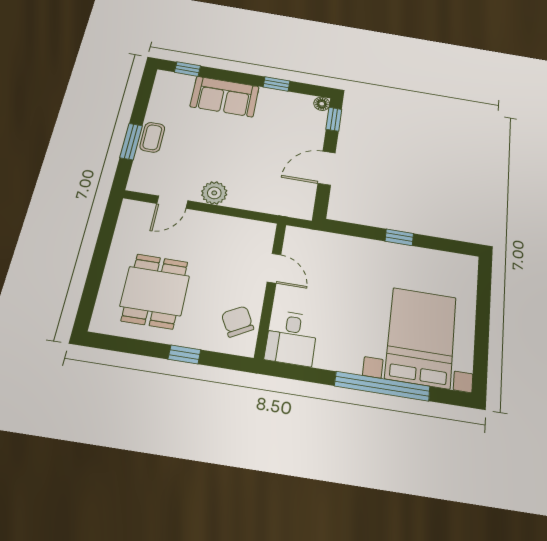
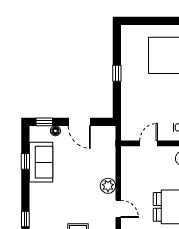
sofa: (225, 97) -> (41, 162), moved
floor lamp: (322, 104) -> (55, 131), moved

